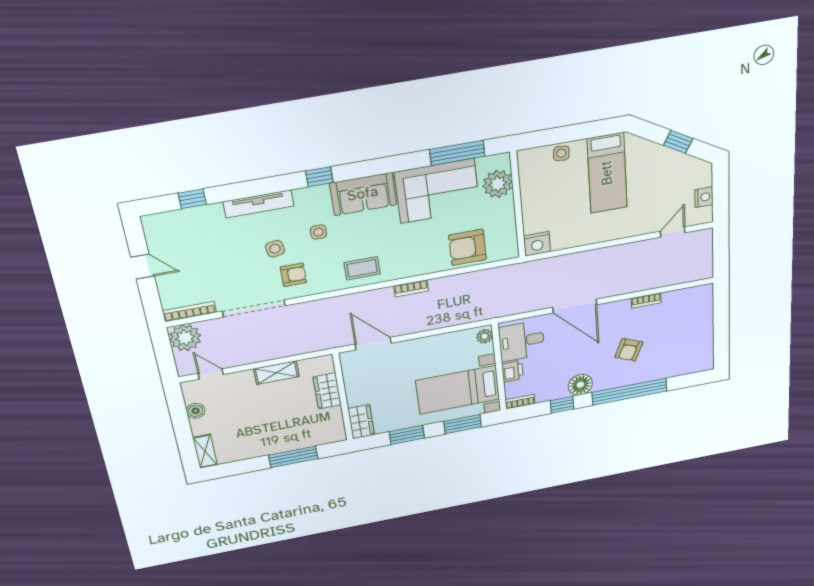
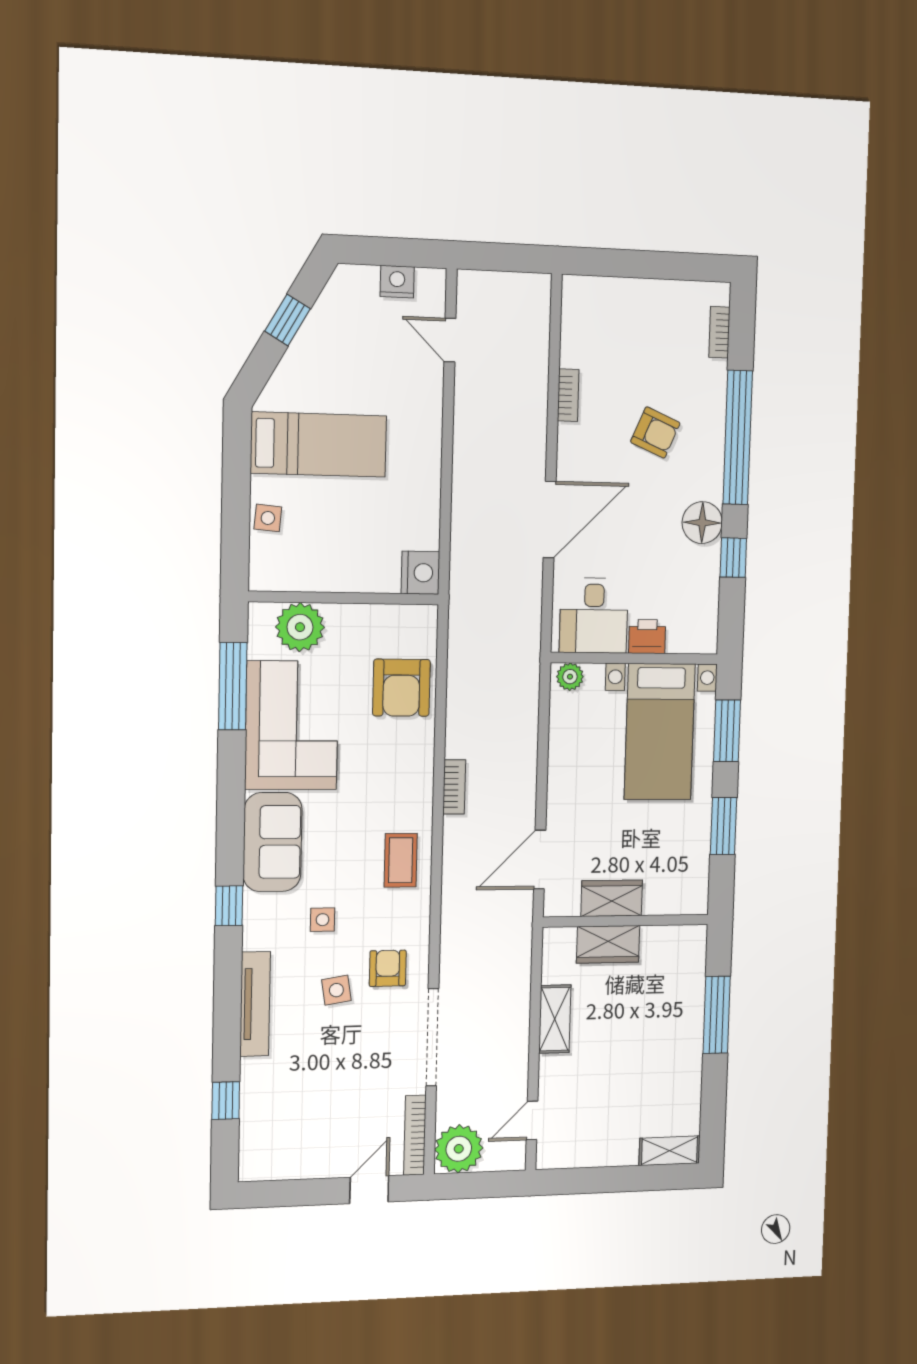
door: (143, 267) -> (369, 1190), moved
bookcase: (520, 402) -> (719, 332), moved
boiler: (196, 411) -> (592, 1154), removed
wardrobe: (361, 422) -> (612, 898), moved

